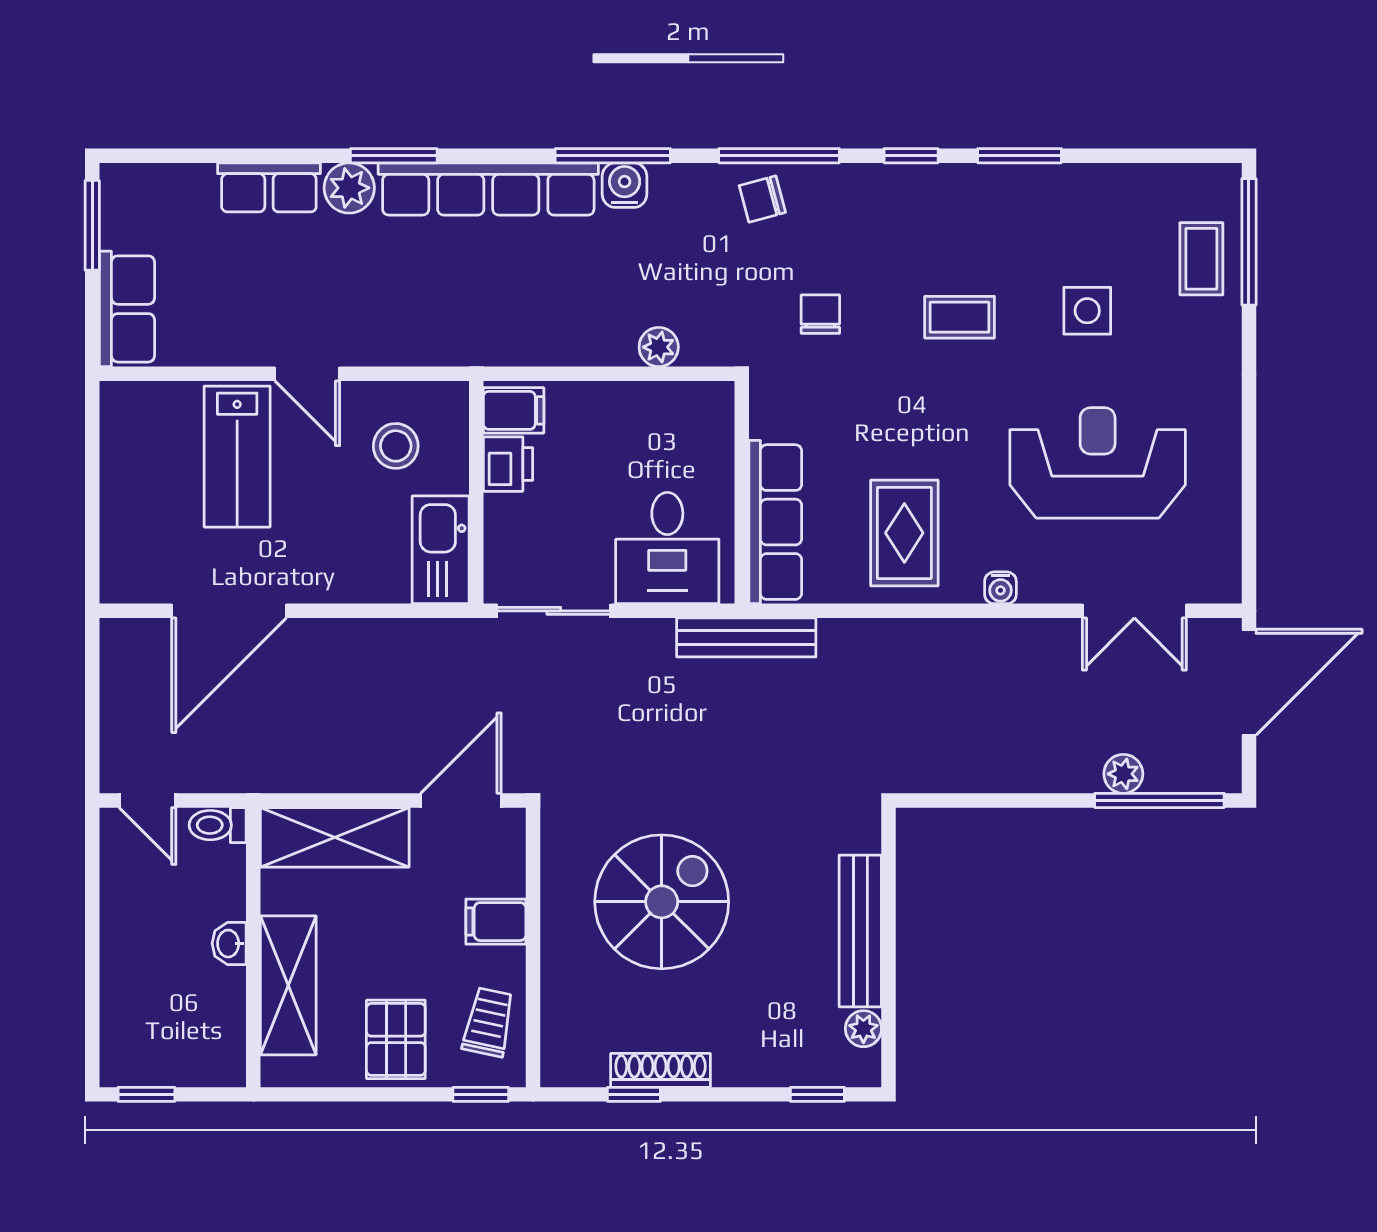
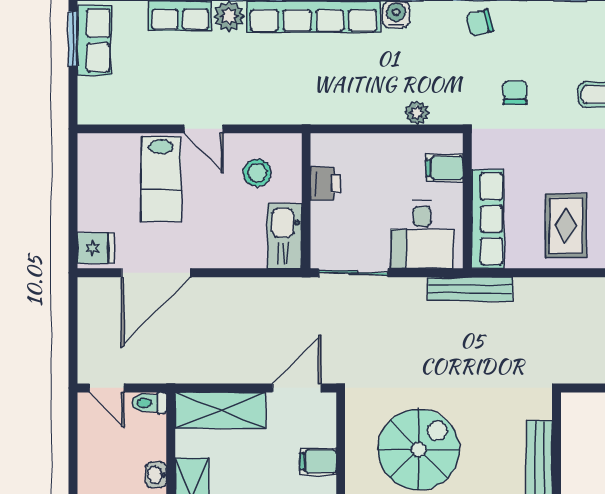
row of seats: (127, 309) -> (94, 40), moved
filing cabinet: (514, 410) -> (445, 168), moved, turned 180
fridge: (129, 570) -> (96, 248), added

